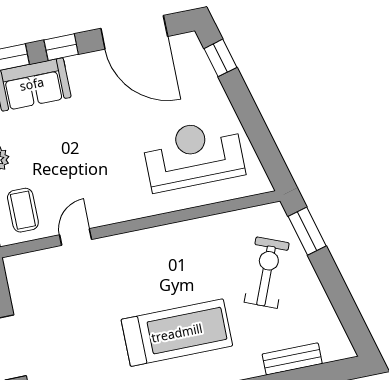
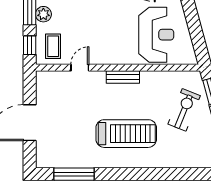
reception desk: (193, 155) -> (156, 35), turned 90
bench: (292, 359) -> (123, 77), moved

